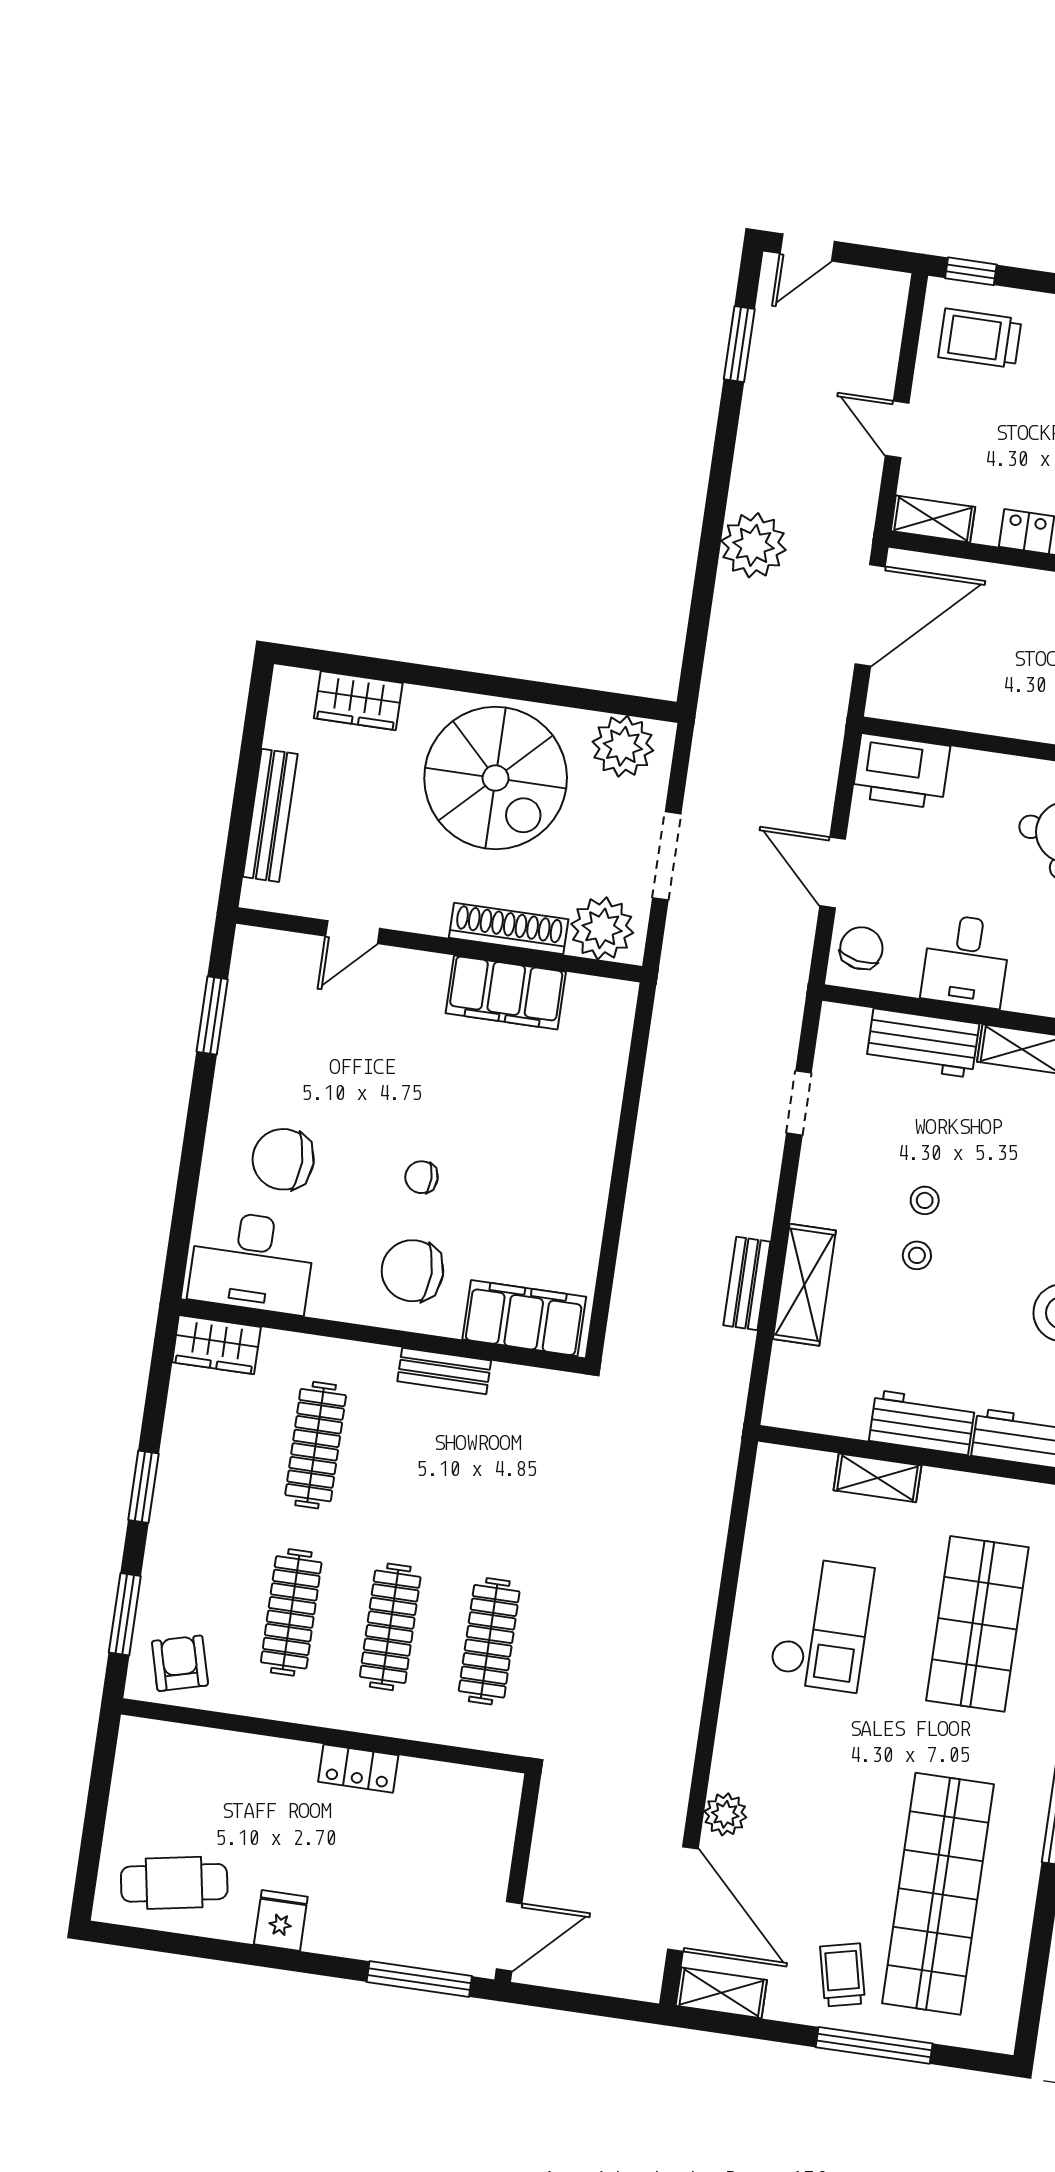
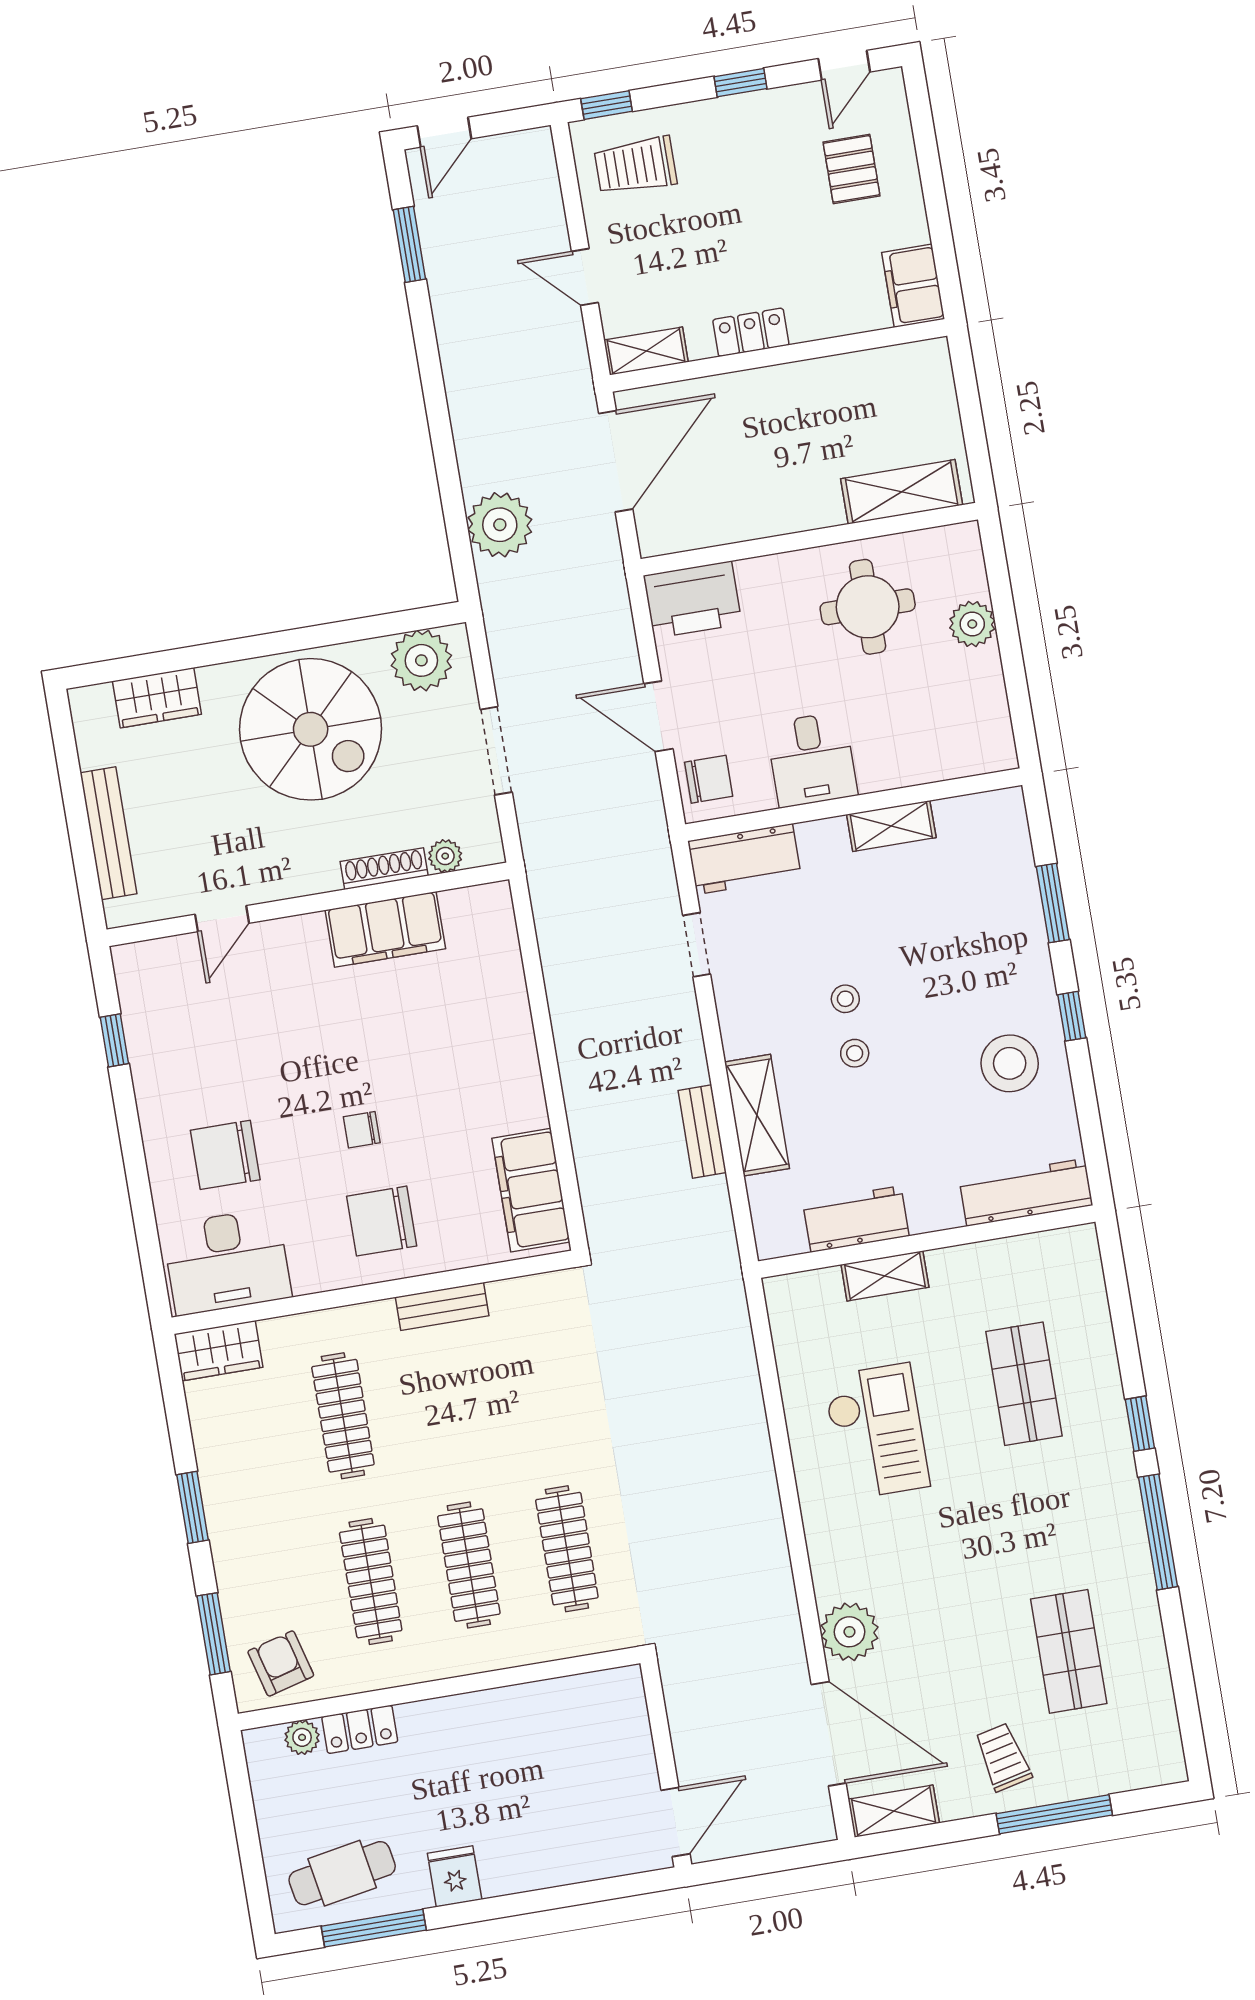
plant: (754, 545) -> (500, 525), moved
plant: (602, 928) -> (445, 856), width x0.53, depth x0.53
shoe rack: (509, 929) -> (384, 869), width x0.74, depth x0.81
chair: (861, 948) -> (709, 779), turned 80
window: (212, 1016) -> (114, 1040), width x0.67
workbench: (923, 1043) -> (744, 859), moved
filing cabinet: (524, 1318) -> (531, 1190), moved, turned -90
workbench: (922, 1423) -> (856, 1219), moved
shop shelf: (977, 1624) -> (1024, 1384), width x0.70, depth x0.74
plant: (178, 1740) -> (302, 1737), added
locker: (358, 1768) -> (360, 1729), moved
plant: (725, 1814) -> (849, 1632), width x1.36, depth x1.36
shop shelf: (938, 1894) -> (1069, 1651), width x0.50, depth x0.74
window: (419, 1979) -> (374, 1928), moved

